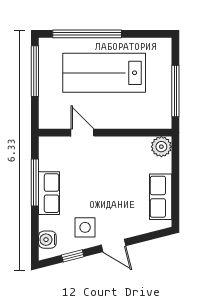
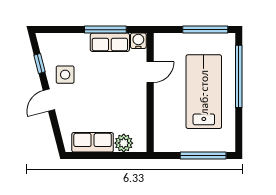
window: (175, 91) -> (203, 156), moved
plant: (161, 147) -> (124, 143), moved
row of seats: (49, 193) -> (110, 42), moved
water cooler: (47, 240) -> (138, 41), moved

